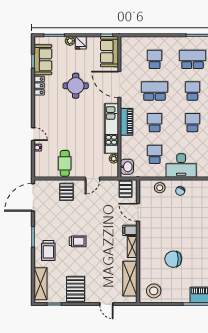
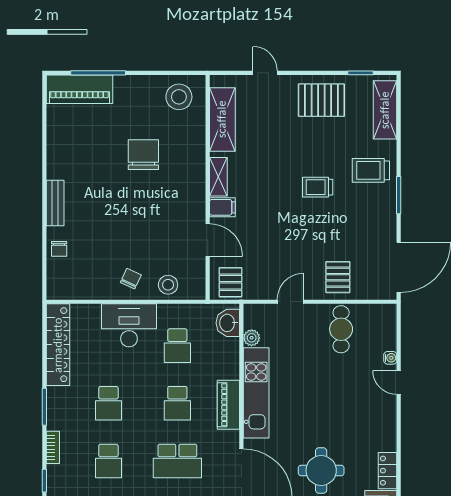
trolley: (48, 251) -> (371, 170), turned -90
chair: (173, 259) -> (143, 155), turned -90
pallet: (76, 289) -> (321, 100), turned 90

